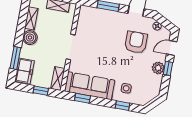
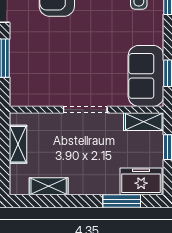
boiler: (30, 38) -> (82, 182), removed
sofa: (90, 86) -> (146, 76), width x0.73

